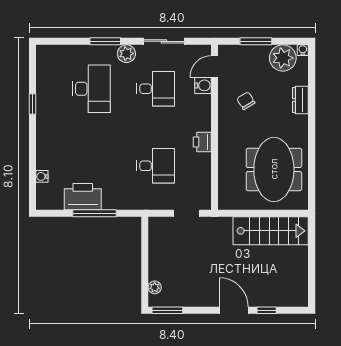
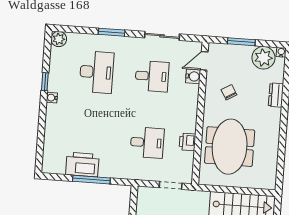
plant: (126, 54) -> (59, 39), moved
printer: (202, 142) -> (187, 142), moved
meeting table: (274, 169) -> (230, 147), moved
water cooler: (42, 176) -> (52, 98), moved

